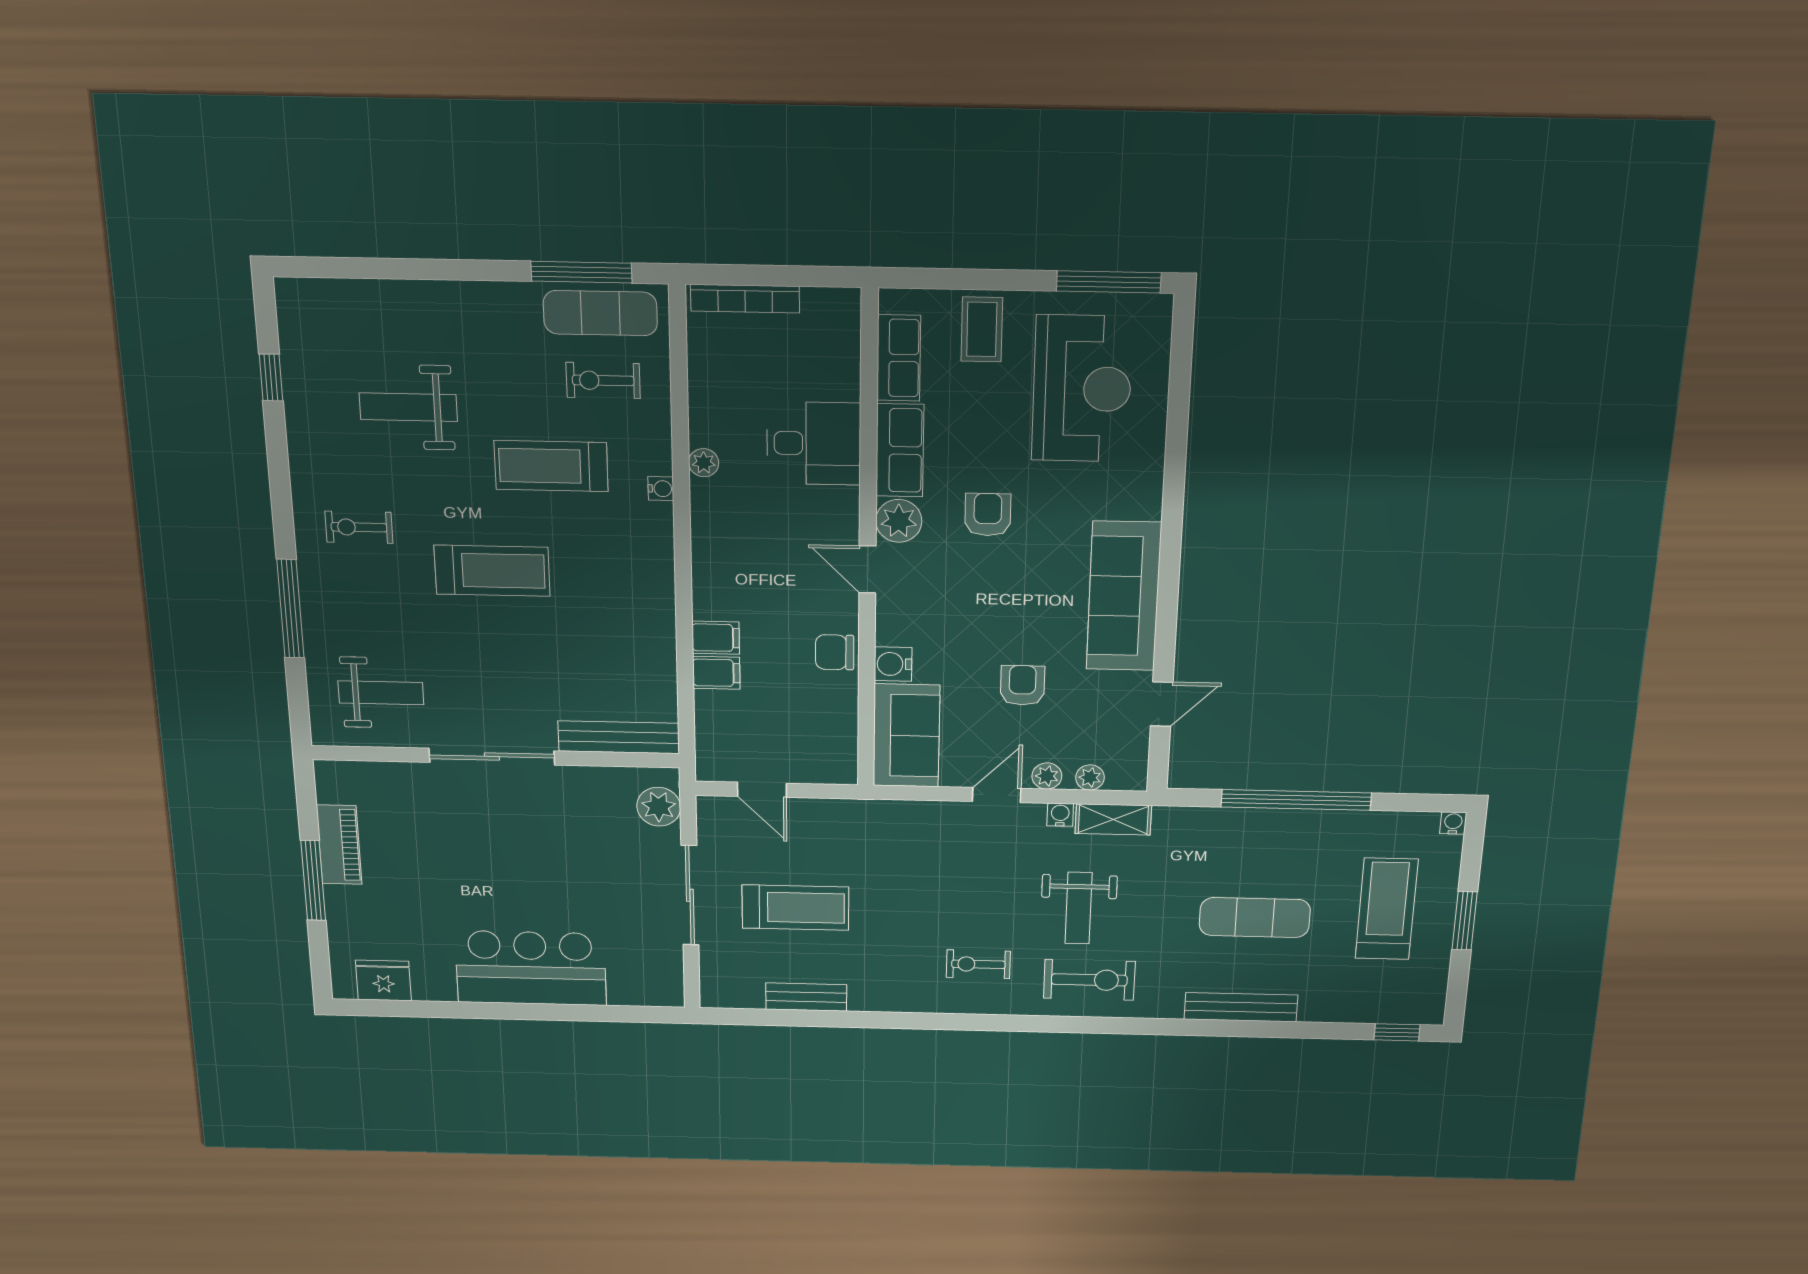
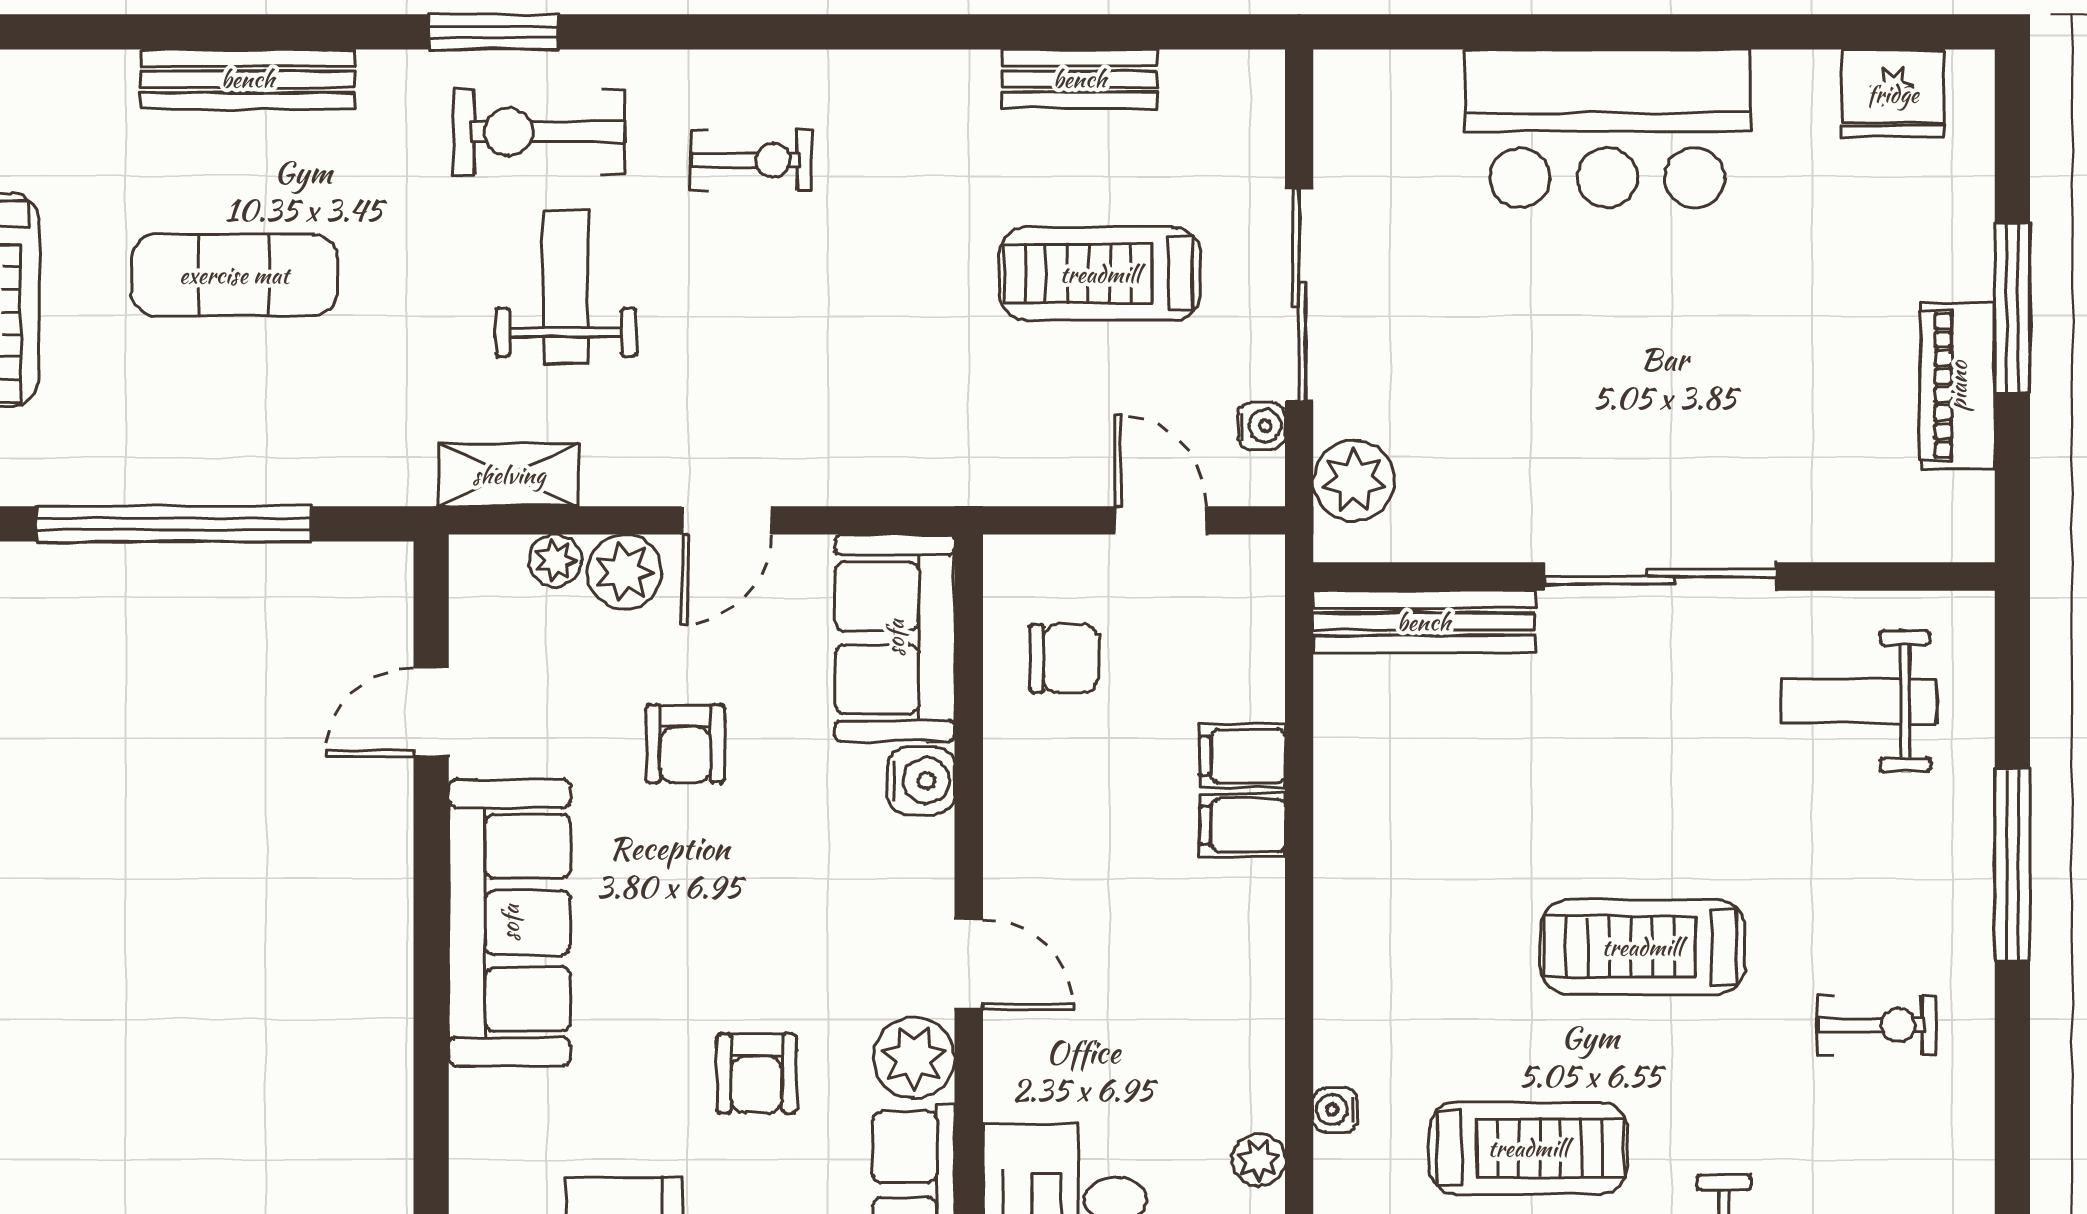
chair: (835, 652) -> (1064, 658), moved
plant: (1047, 776) -> (625, 572), width x1.38, depth x1.38
water cooler: (1060, 815) -> (1261, 426), moved, turned -90
window: (1111, 1026) -> (493, 32), added

